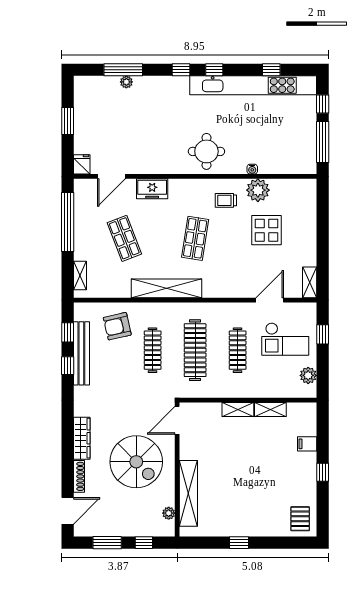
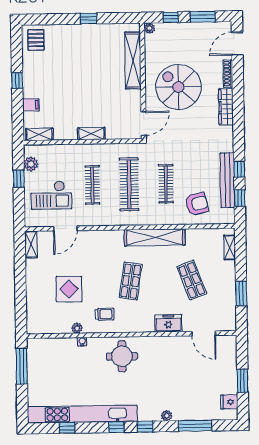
plant: (126, 82) -> (167, 416), moved
window: (323, 104) -> (22, 399), removed
fridge: (82, 164) -> (229, 402), moved, turned 90
door: (111, 176) -> (204, 333), swing flipped
plant: (258, 190) -> (77, 328), width x0.53, depth x0.53
window: (68, 222) -> (241, 293), width x0.47
window: (323, 334) -> (19, 179), moved
checkout: (285, 339) -> (51, 195), turned 180
shelving: (270, 409) -> (39, 134), moved
plant: (169, 513) -> (150, 28), moved

